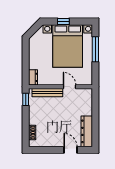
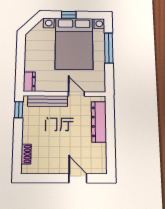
dresser: (87, 131) -> (99, 122), moved

